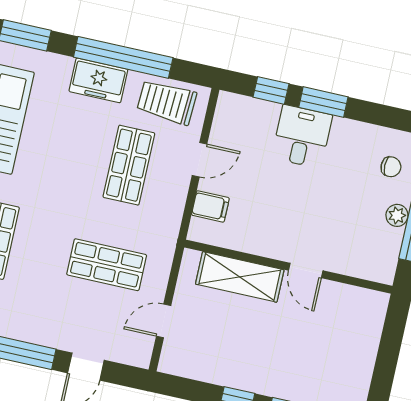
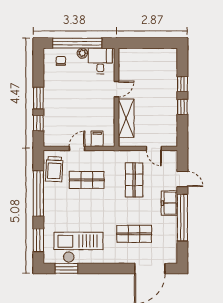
freezer: (98, 80) -> (169, 203), moved, turned 180
desk: (302, 136) -> (100, 61), moved, turned 90
door: (200, 160) -> (77, 148), hinge flipped

